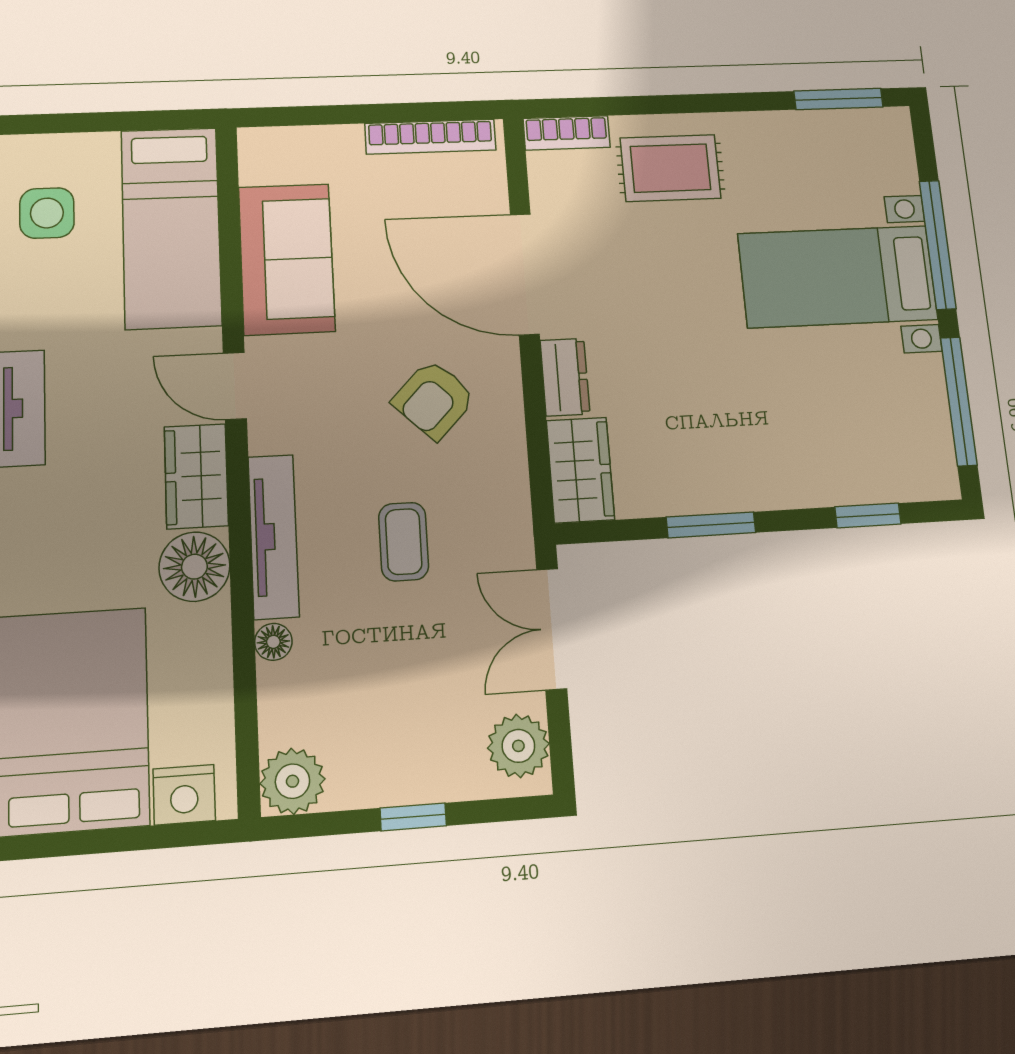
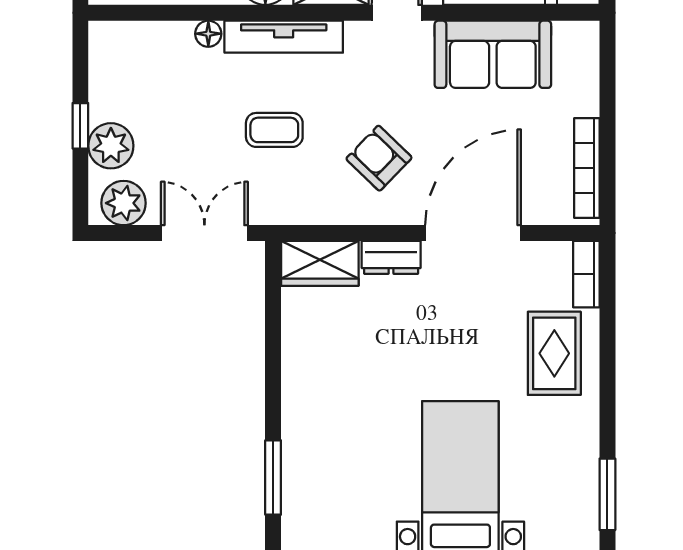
window: (868, 515) -> (273, 477), width x1.50
window: (711, 525) -> (273, 358), removed
plant: (292, 781) -> (111, 146), moved

